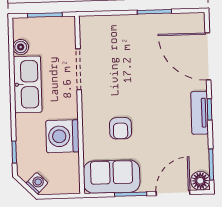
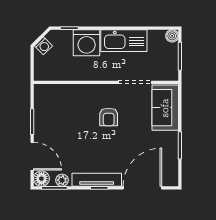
boiler: (21, 47) -> (172, 36), moved
tv unit: (200, 113) -> (97, 180), width x1.41
armchair: (120, 128) -> (109, 117), moved, turned -90
washing machine: (62, 136) -> (87, 43), moved, turned 180
plant: (201, 155) -> (62, 180), added
sofa: (112, 177) -> (165, 108), moved, turned 180

